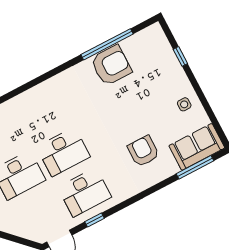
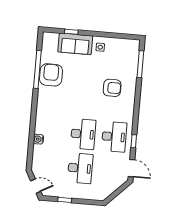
water cooler: (22, 101) -> (38, 139), added
sofa: (197, 147) -> (75, 44), moved, turned -90
armchair: (143, 151) -> (112, 88), turned 180

